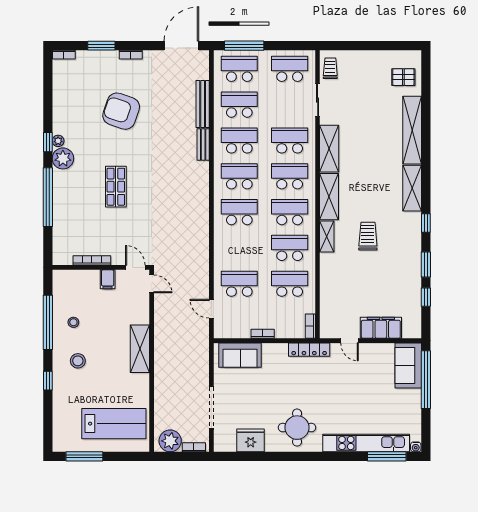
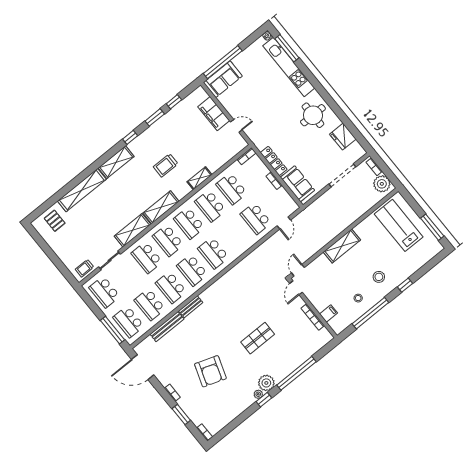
shelving: (327, 237) -> (199, 178), moved
filing cabinet: (108, 279) -> (329, 314), moved
door: (350, 341) -> (236, 126), hinge flipped
locker: (309, 350) -> (274, 161), moved

